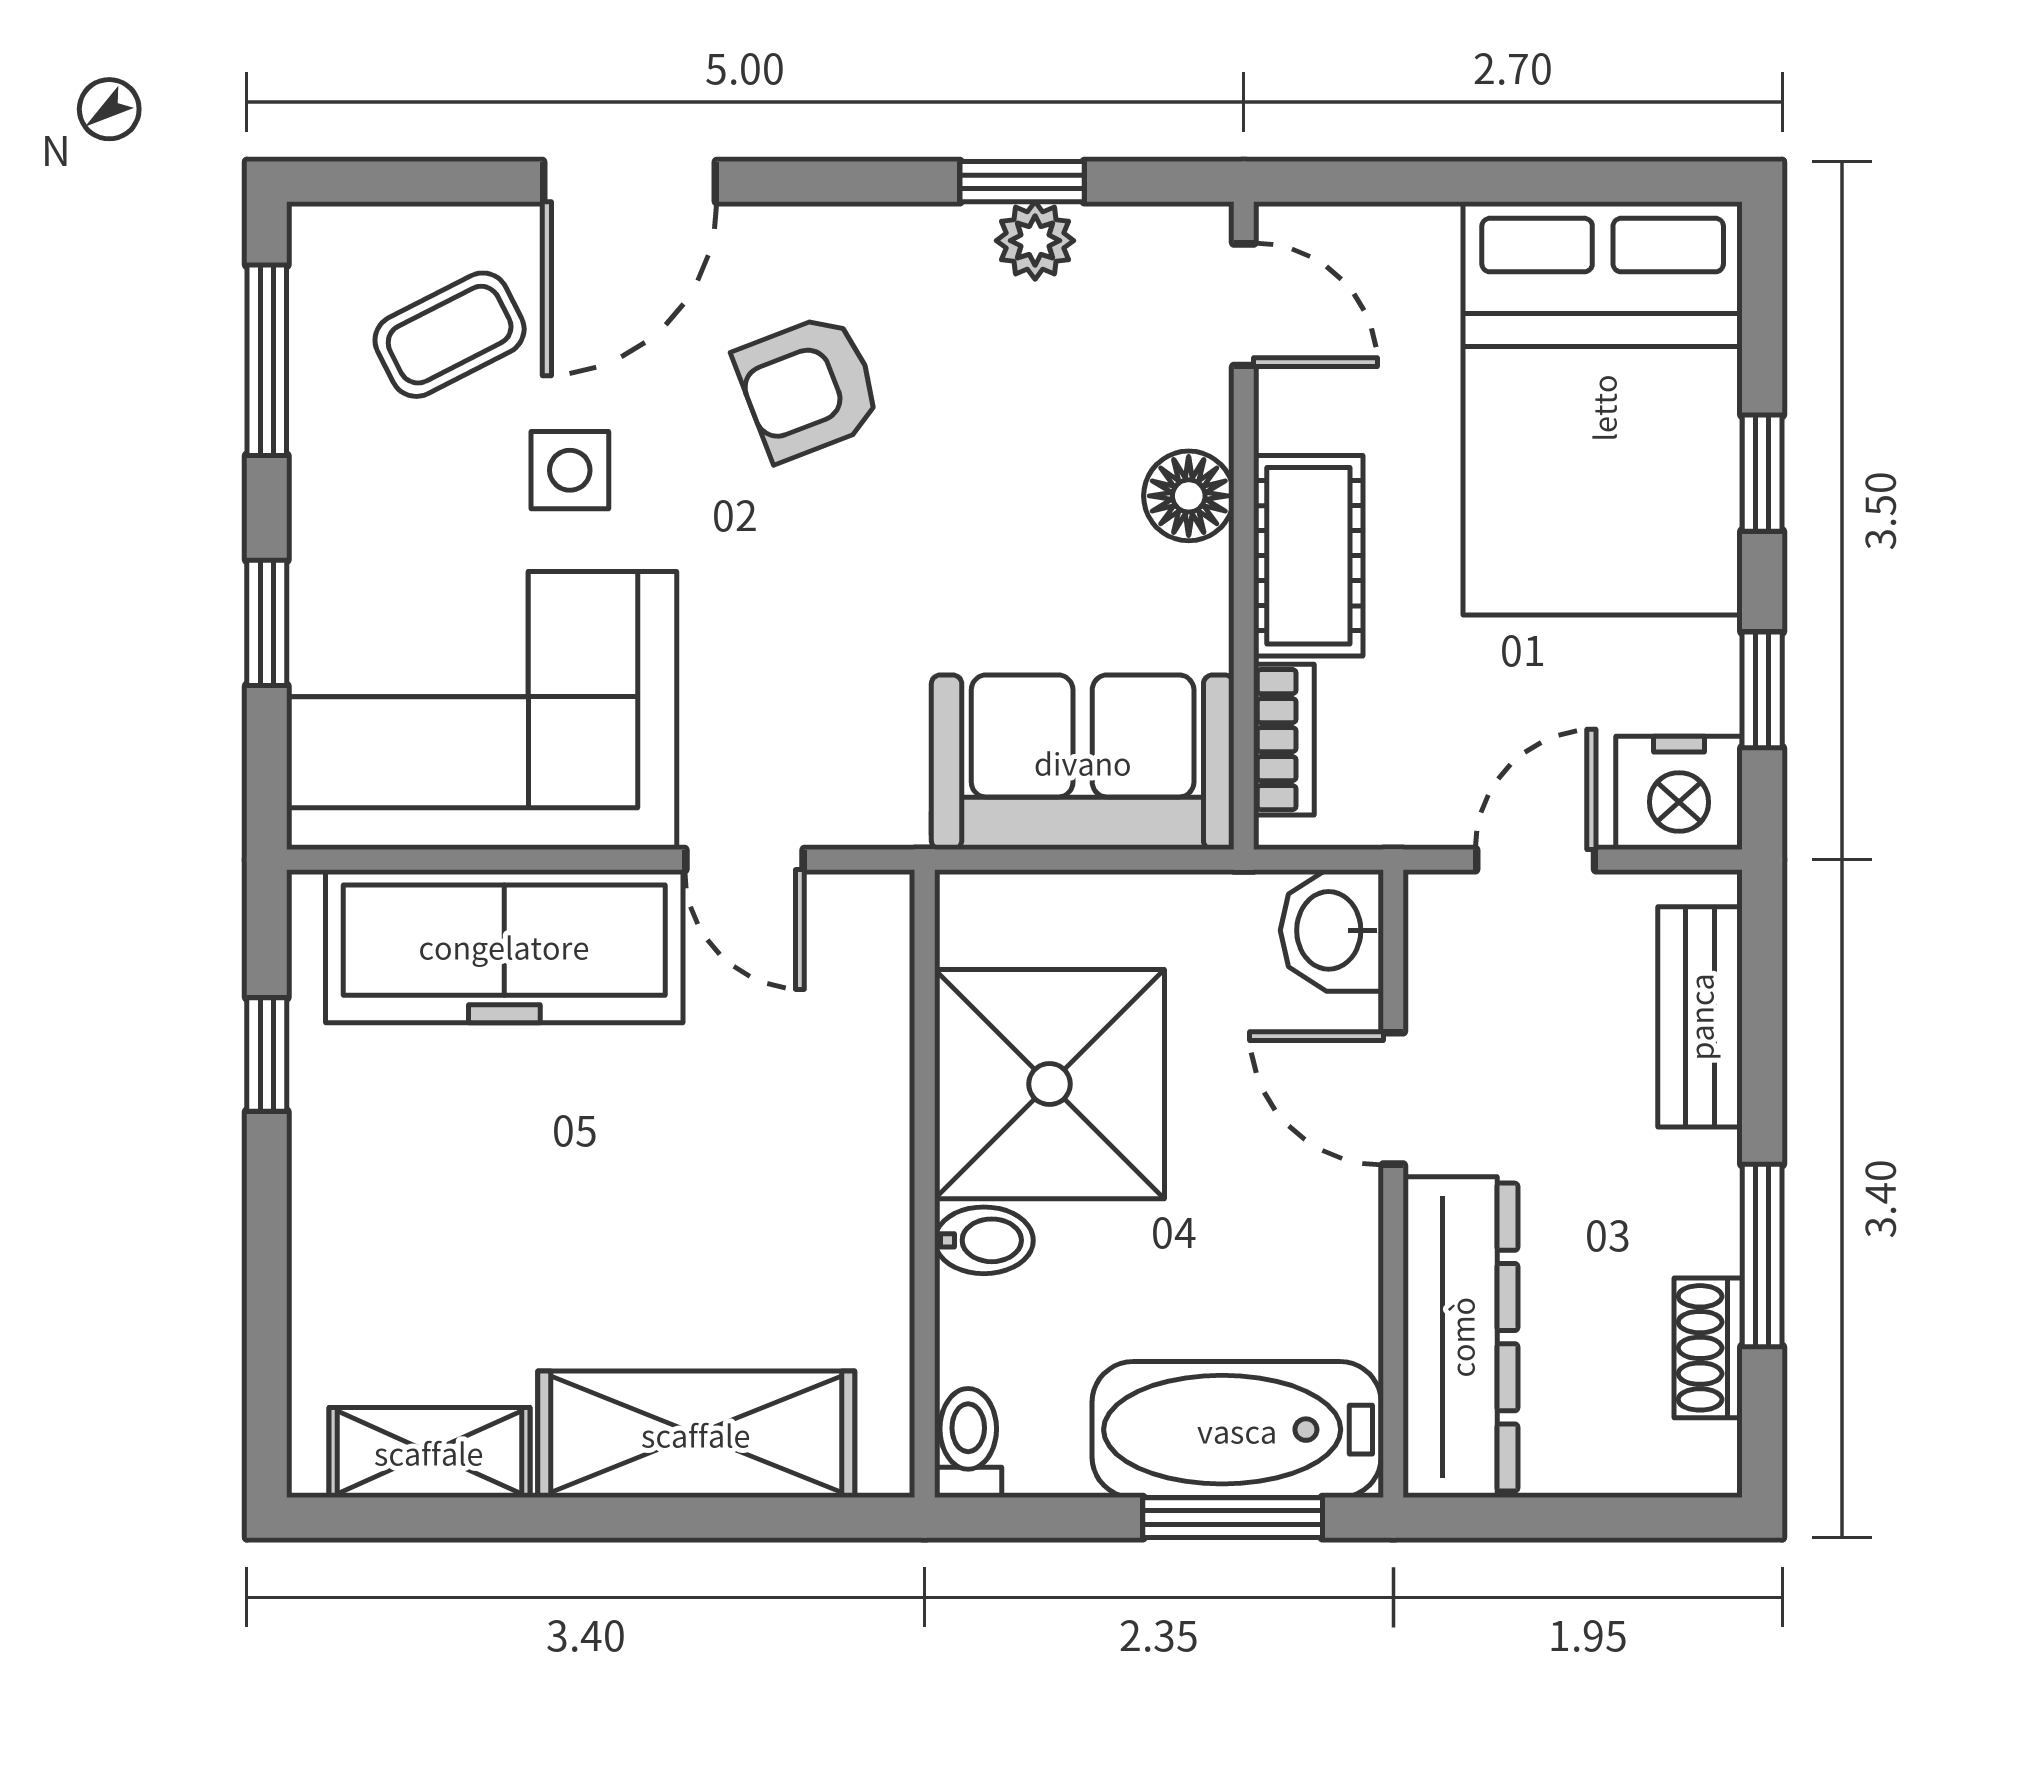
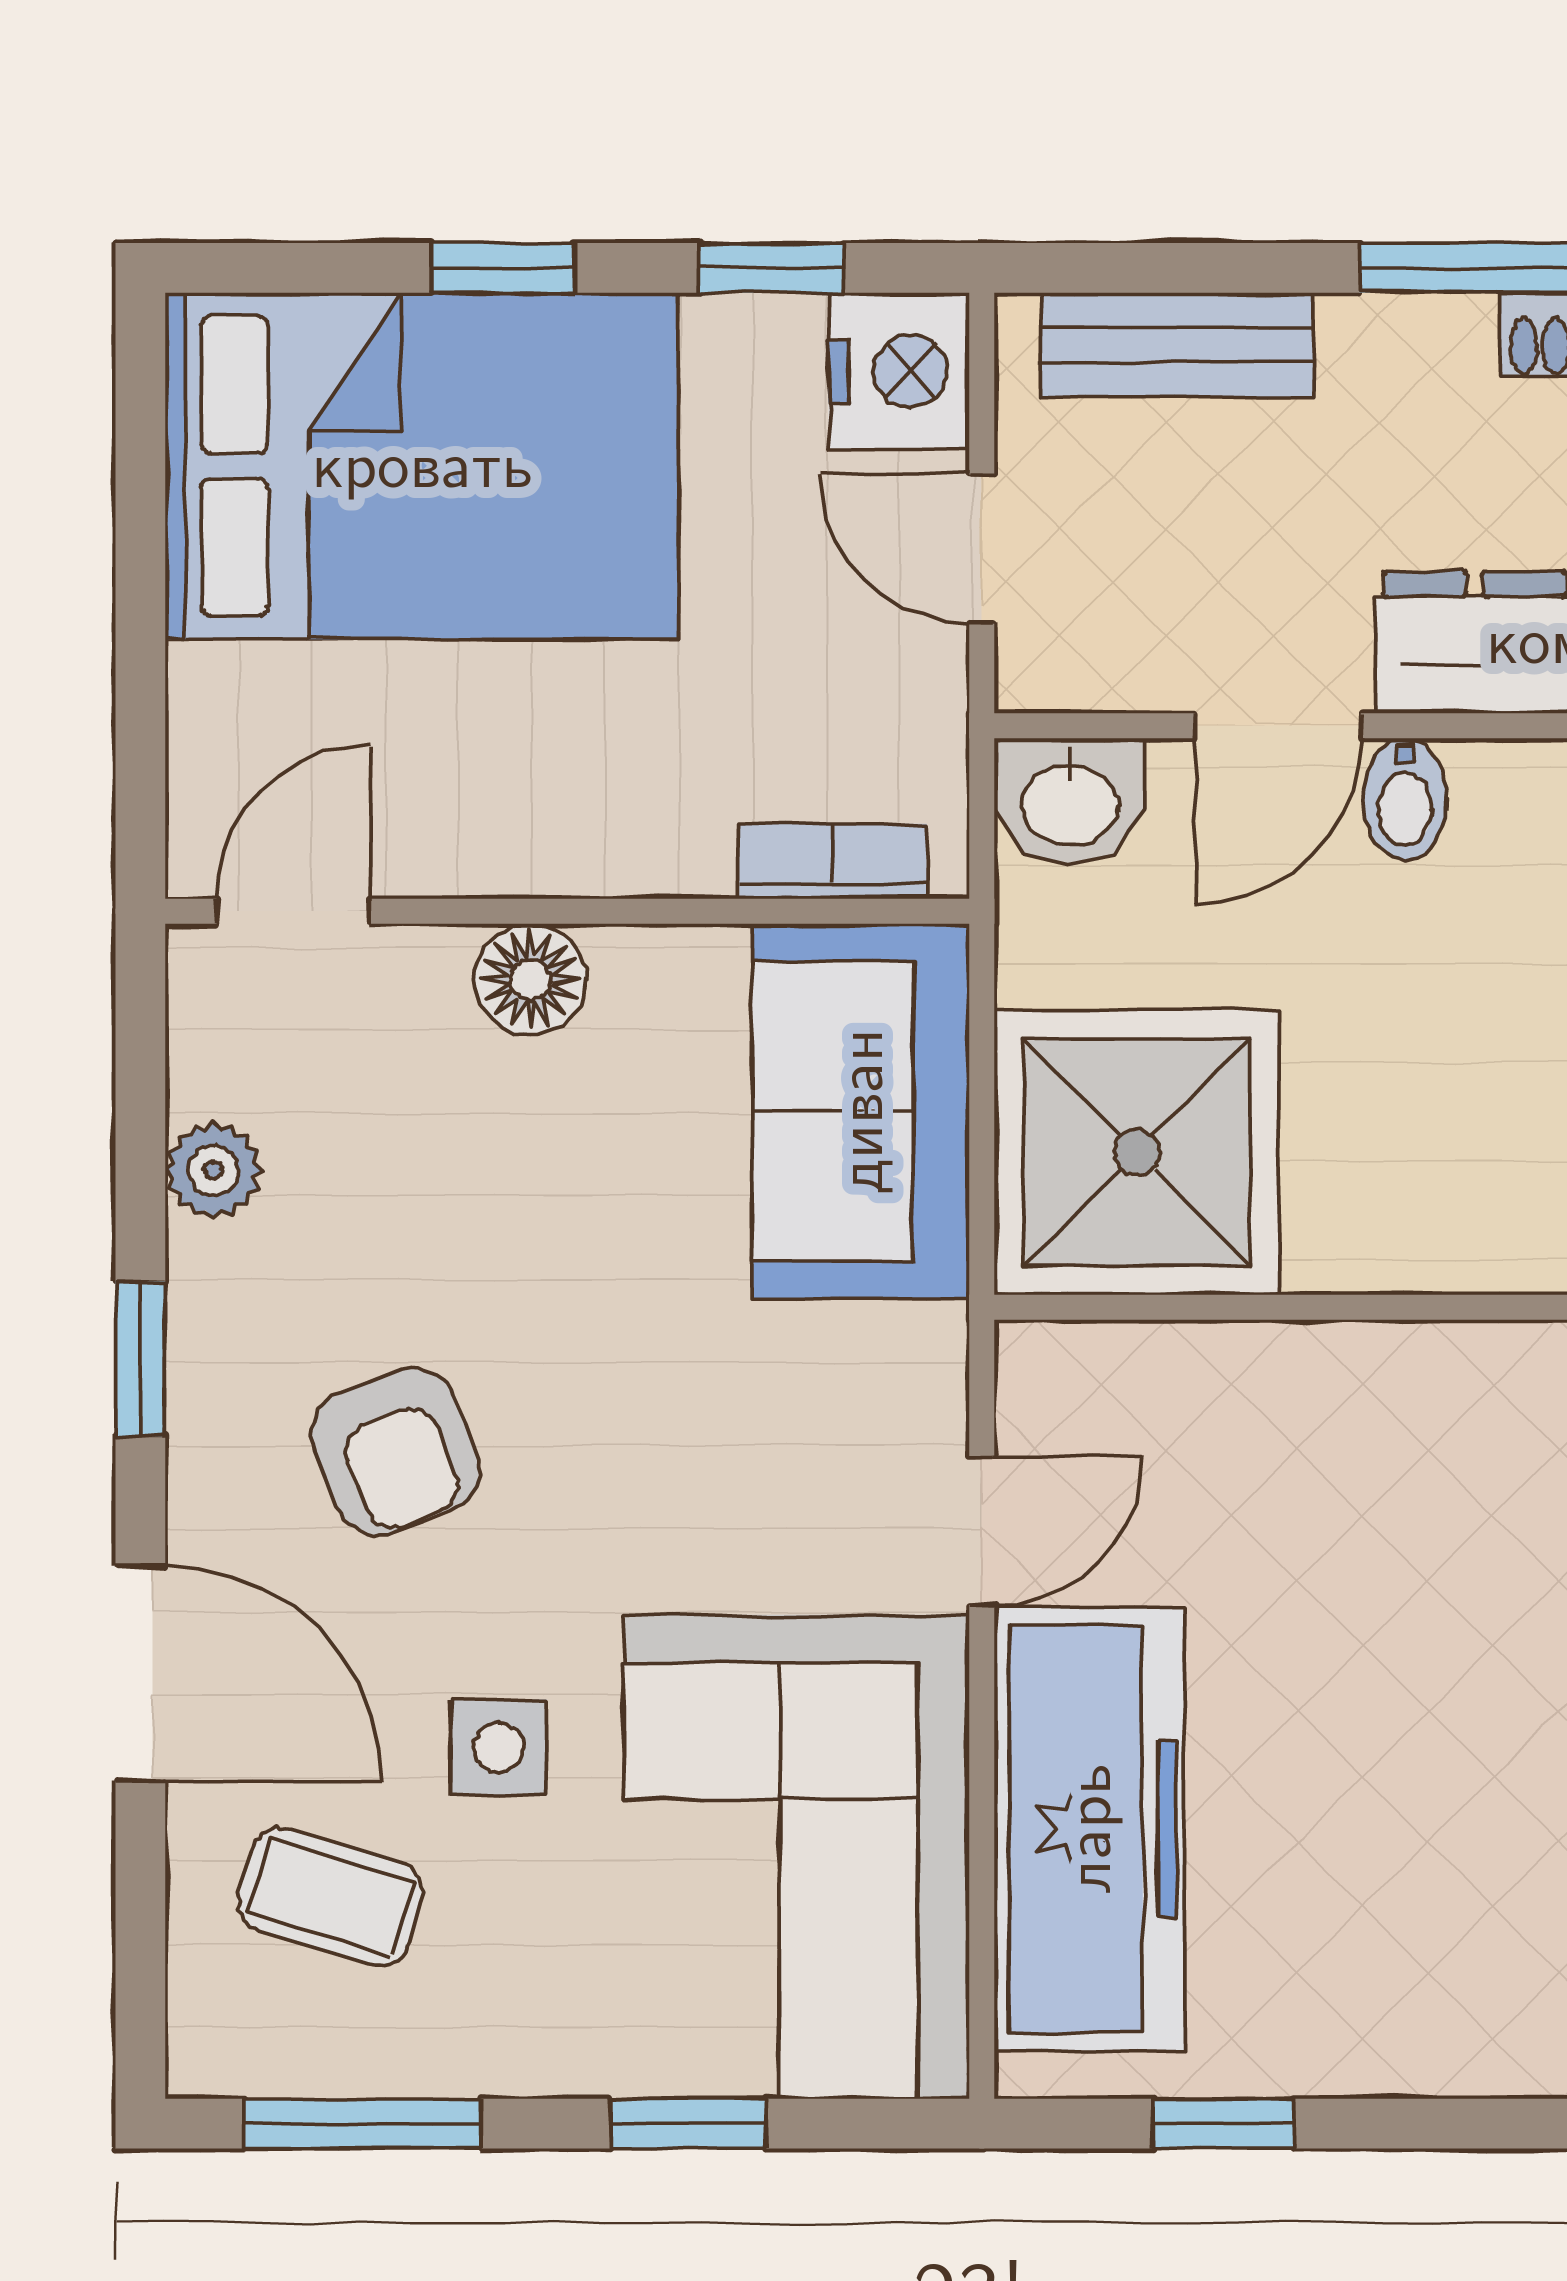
window: (1022, 182) -> (140, 1359), moved
coffee table: (450, 335) -> (330, 1897), turned -46
cot: (1308, 556) -> (605, 831), removed
shower: (1049, 1084) -> (1137, 1152), moved
bidet: (984, 1240) -> (1405, 799), moved, turned 180

